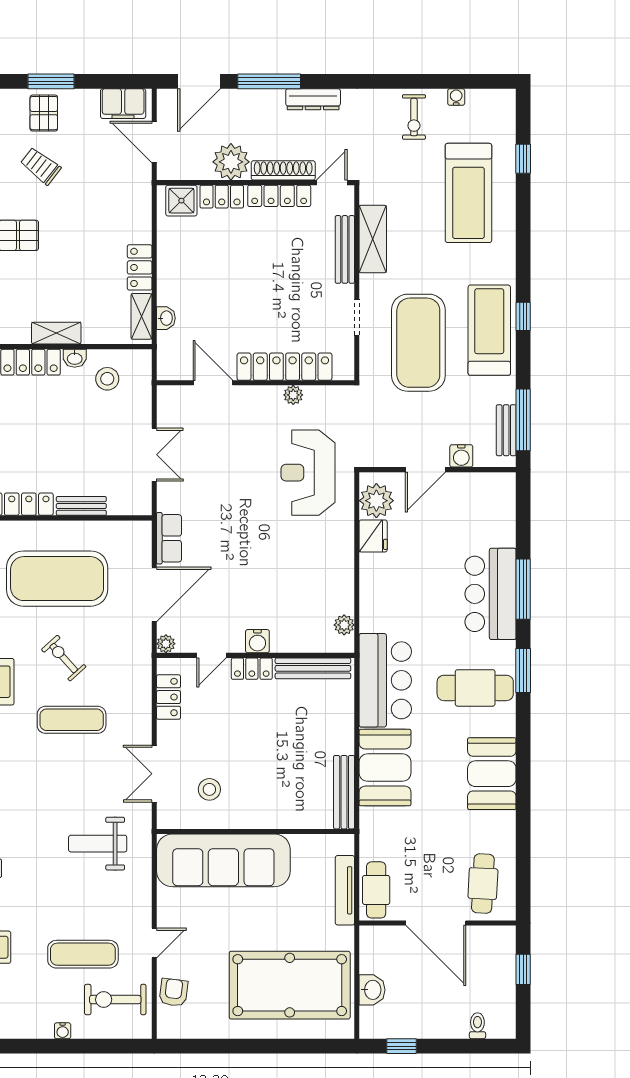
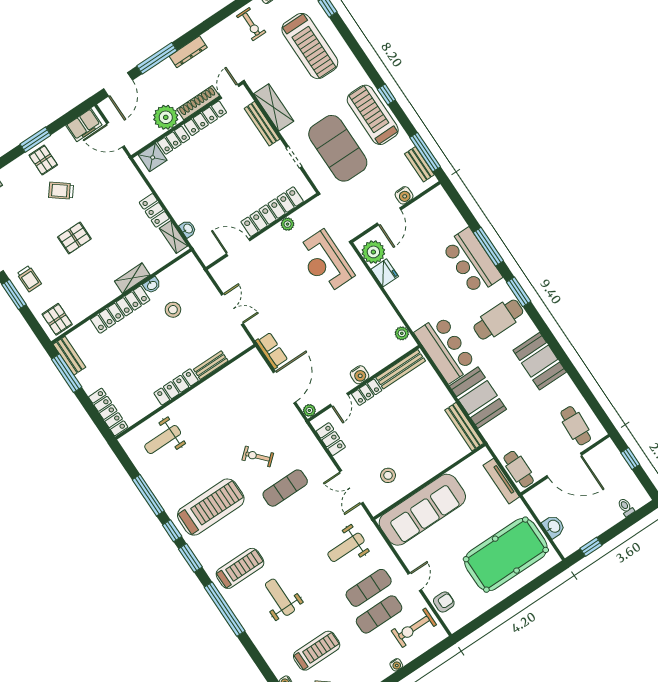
stool: (107, 379) -> (173, 310), moved
exercise mat: (57, 579) -> (369, 588), moved, width x0.50, depth x0.69
armchair: (173, 992) -> (444, 602), turned 83

